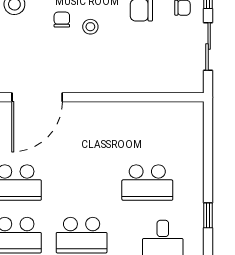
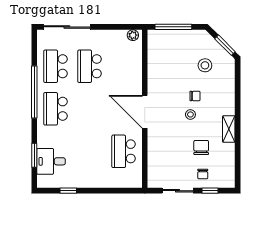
door: (37, 97) -> (145, 112), moved
school desk: (147, 183) -> (124, 151), moved

